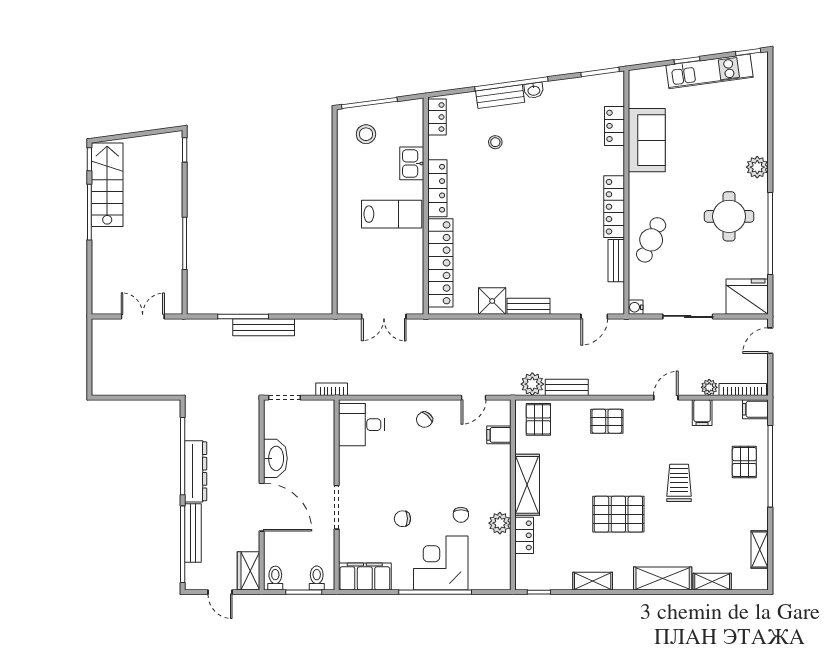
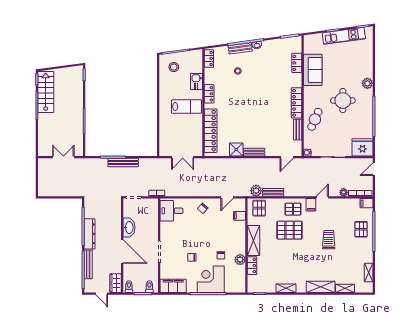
locker: (437, 188) -> (209, 94), width x0.66
round table: (729, 216) -> (343, 101), moved
filing cabinet: (702, 413) -> (311, 205), moved
pallet: (618, 514) -> (290, 230), moved

